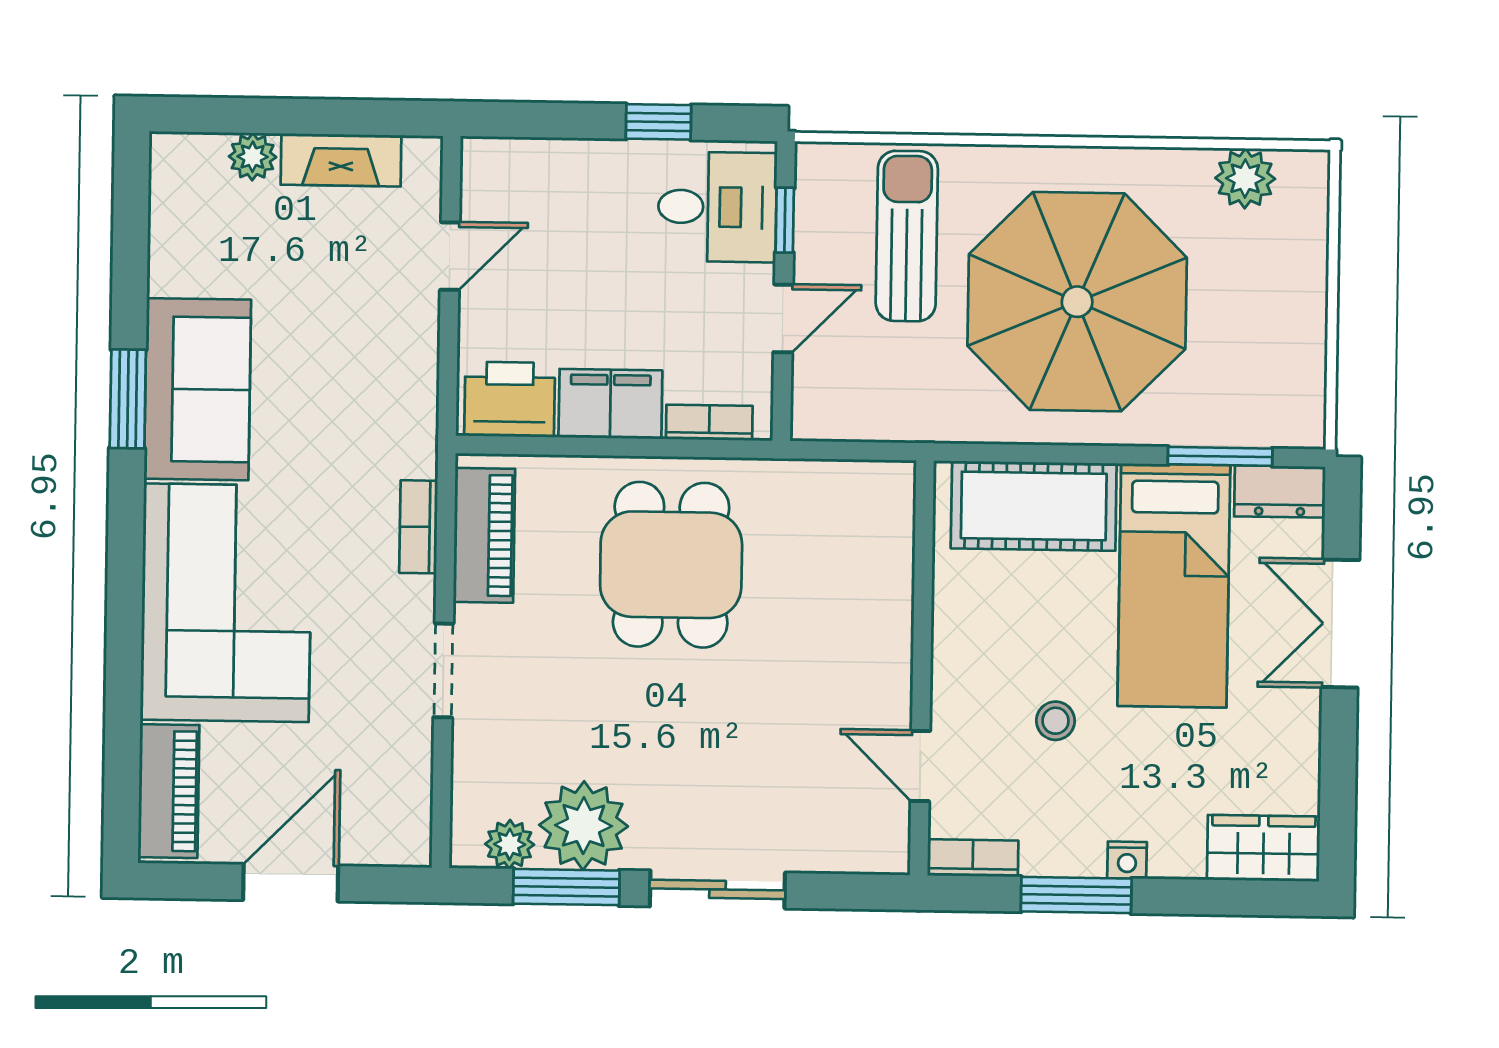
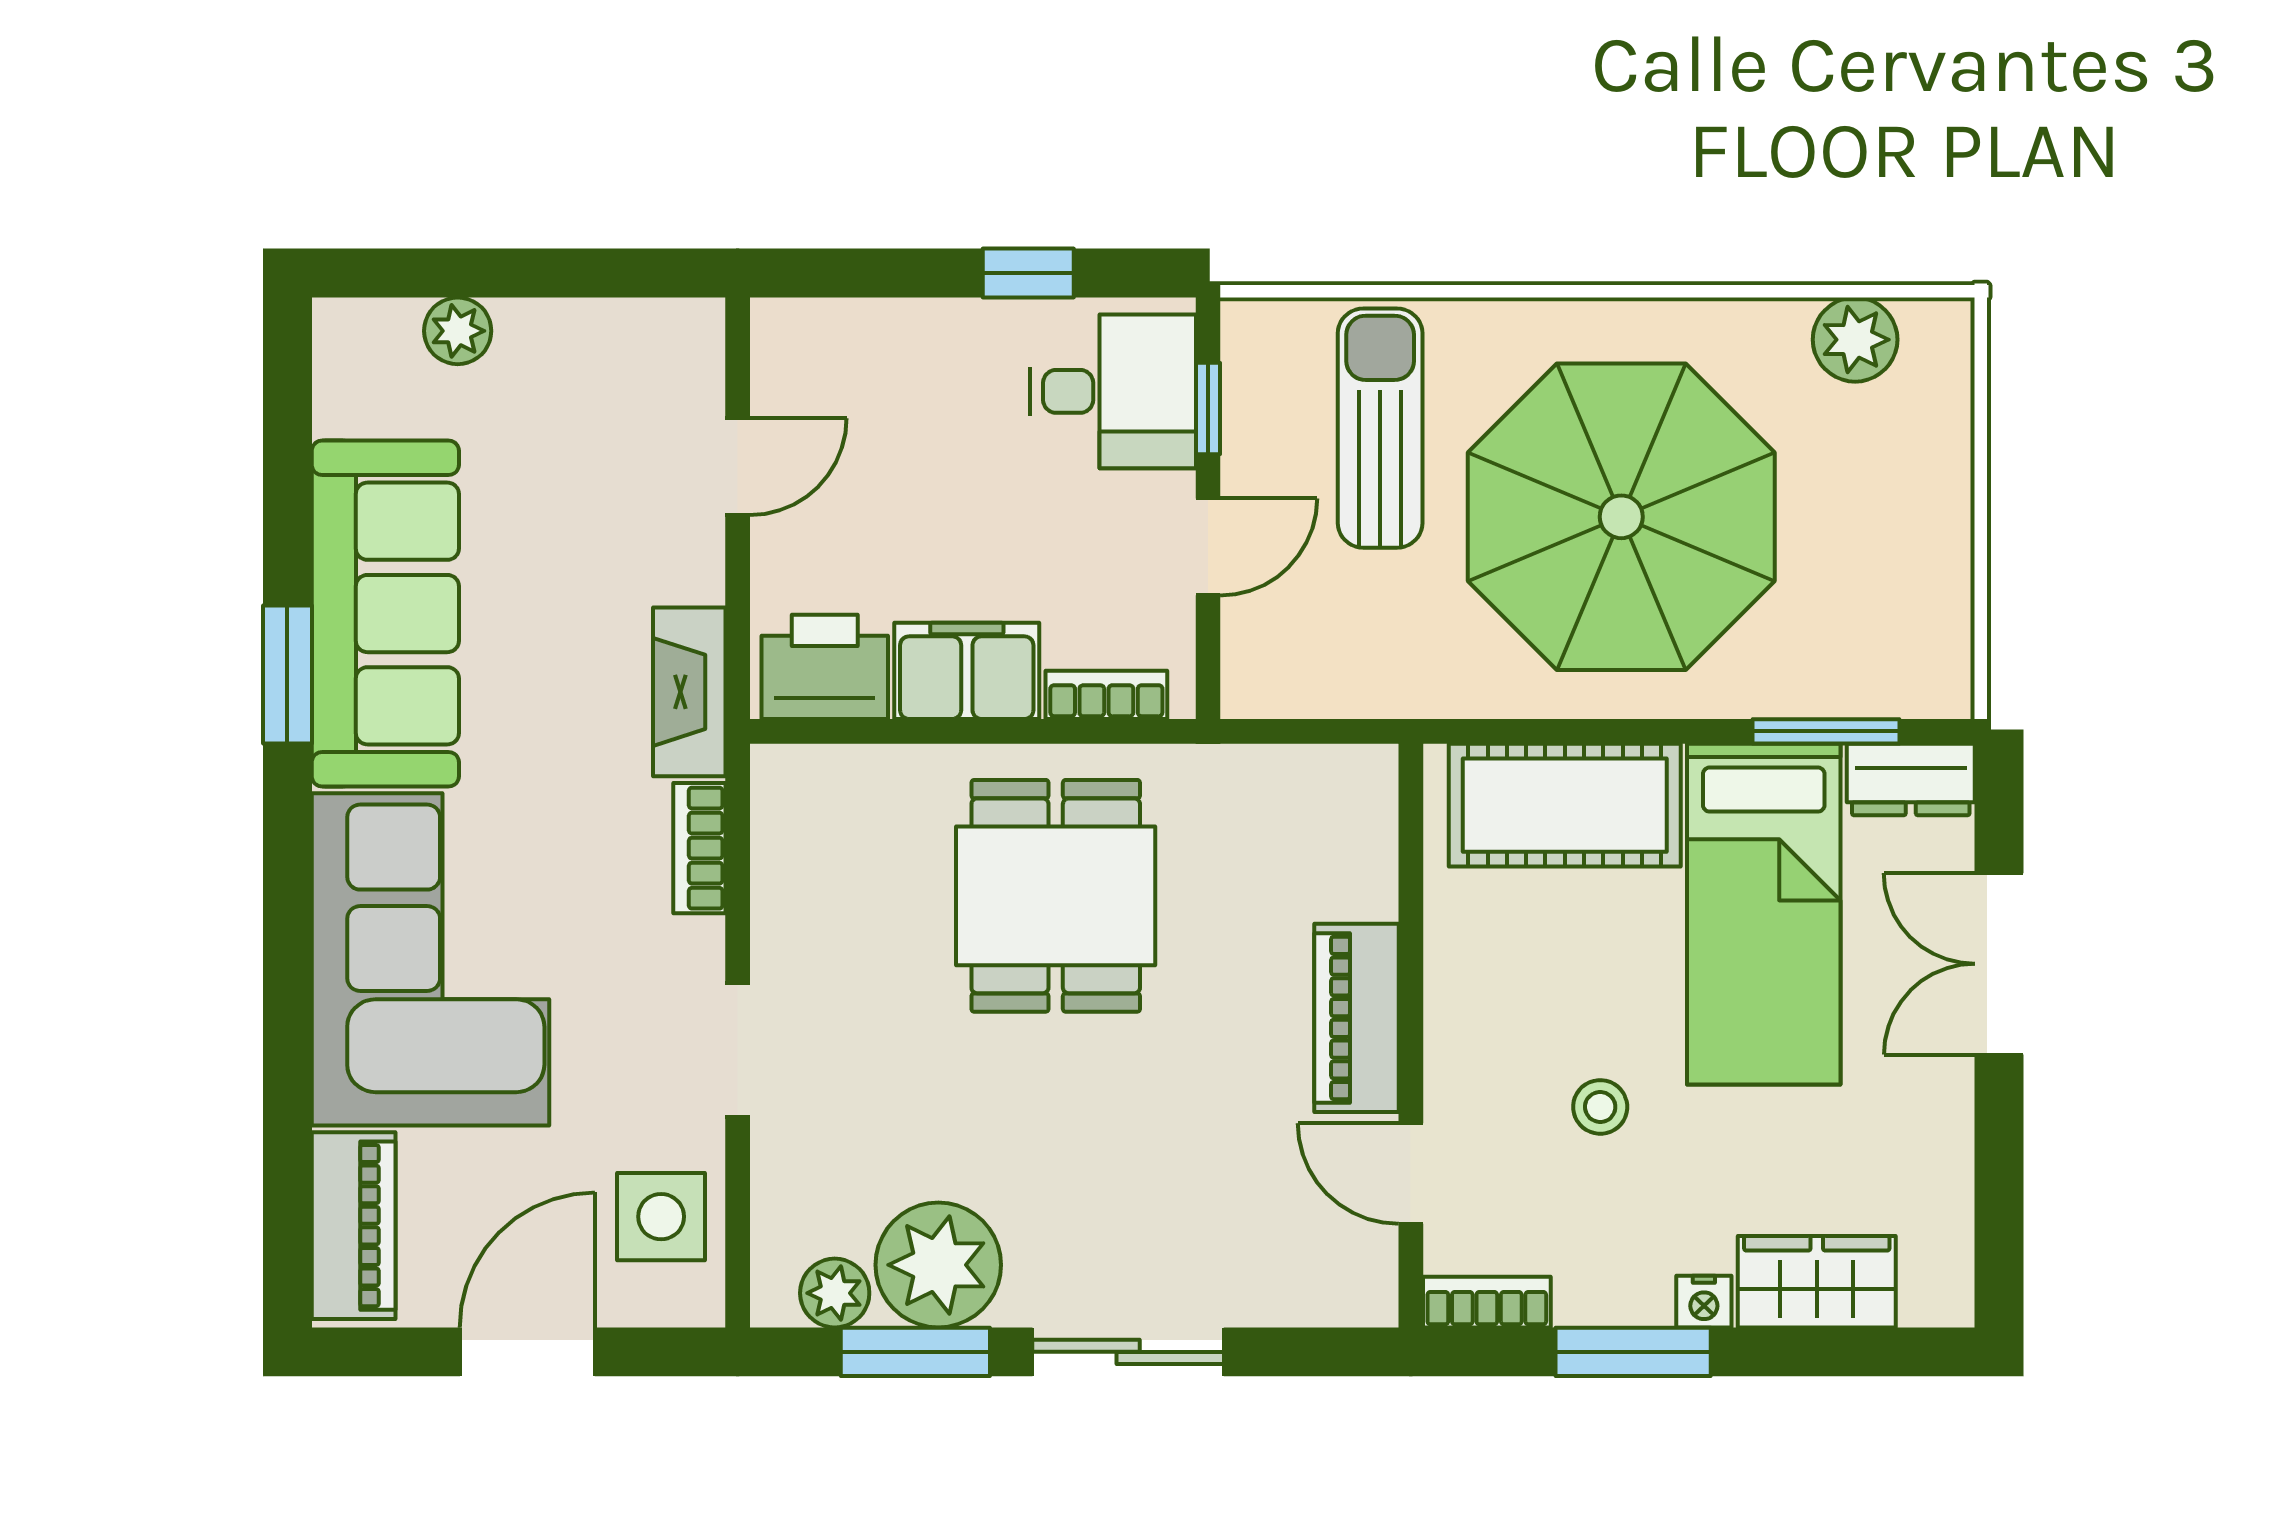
fireplace: (341, 160) -> (689, 692), moved, turned 90
sofa: (197, 389) -> (385, 614), width x1.36
piano: (484, 535) -> (1357, 1018), moved, turned 180
side table: (387, 788) -> (661, 1217), added
wardrobe: (1263, 848) -> (1817, 1282), moved

